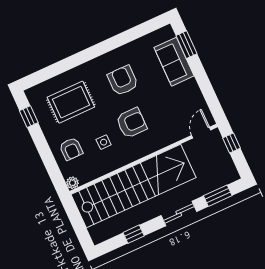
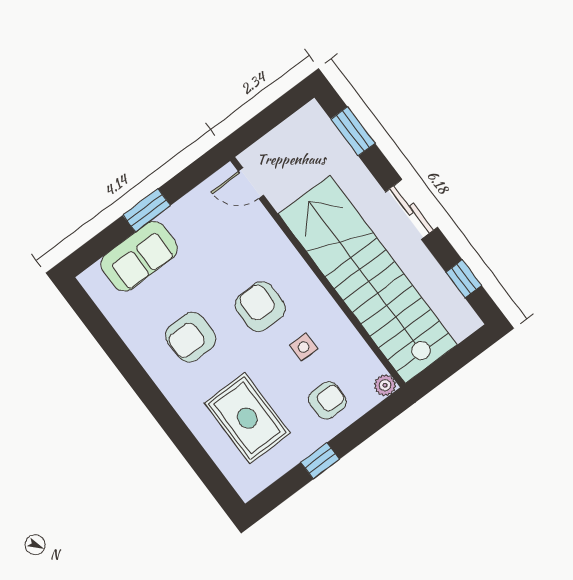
window: (186, 45) -> (147, 210), moved
window: (29, 117) -> (320, 461), moved
window: (232, 143) -> (257, 127), removed
sliding door: (179, 213) -> (412, 209), moved
window: (134, 234) -> (464, 279), moved

